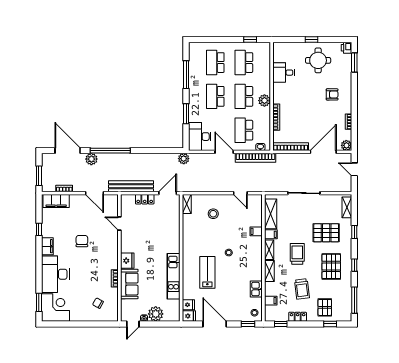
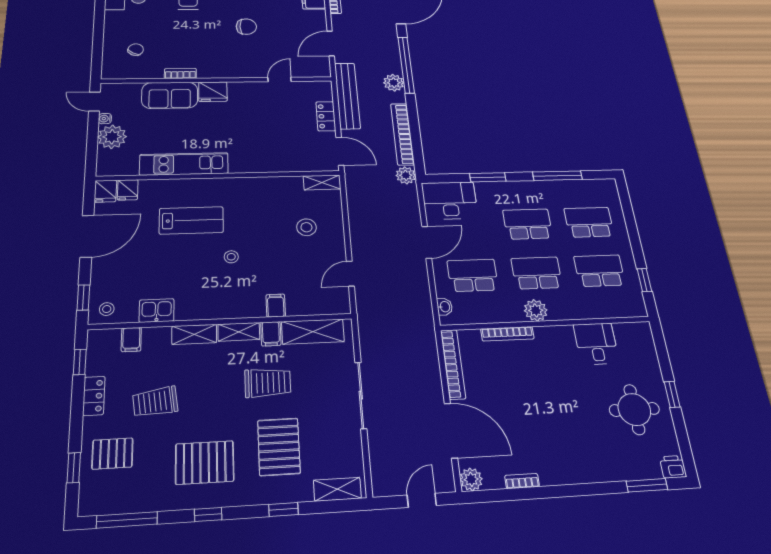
armchair: (332, 94) -> (572, 442), removed
bookcase: (255, 158) -> (402, 134), moved
plant: (91, 159) -> (394, 83), moved
trolley: (297, 254) -> (268, 383), moved

